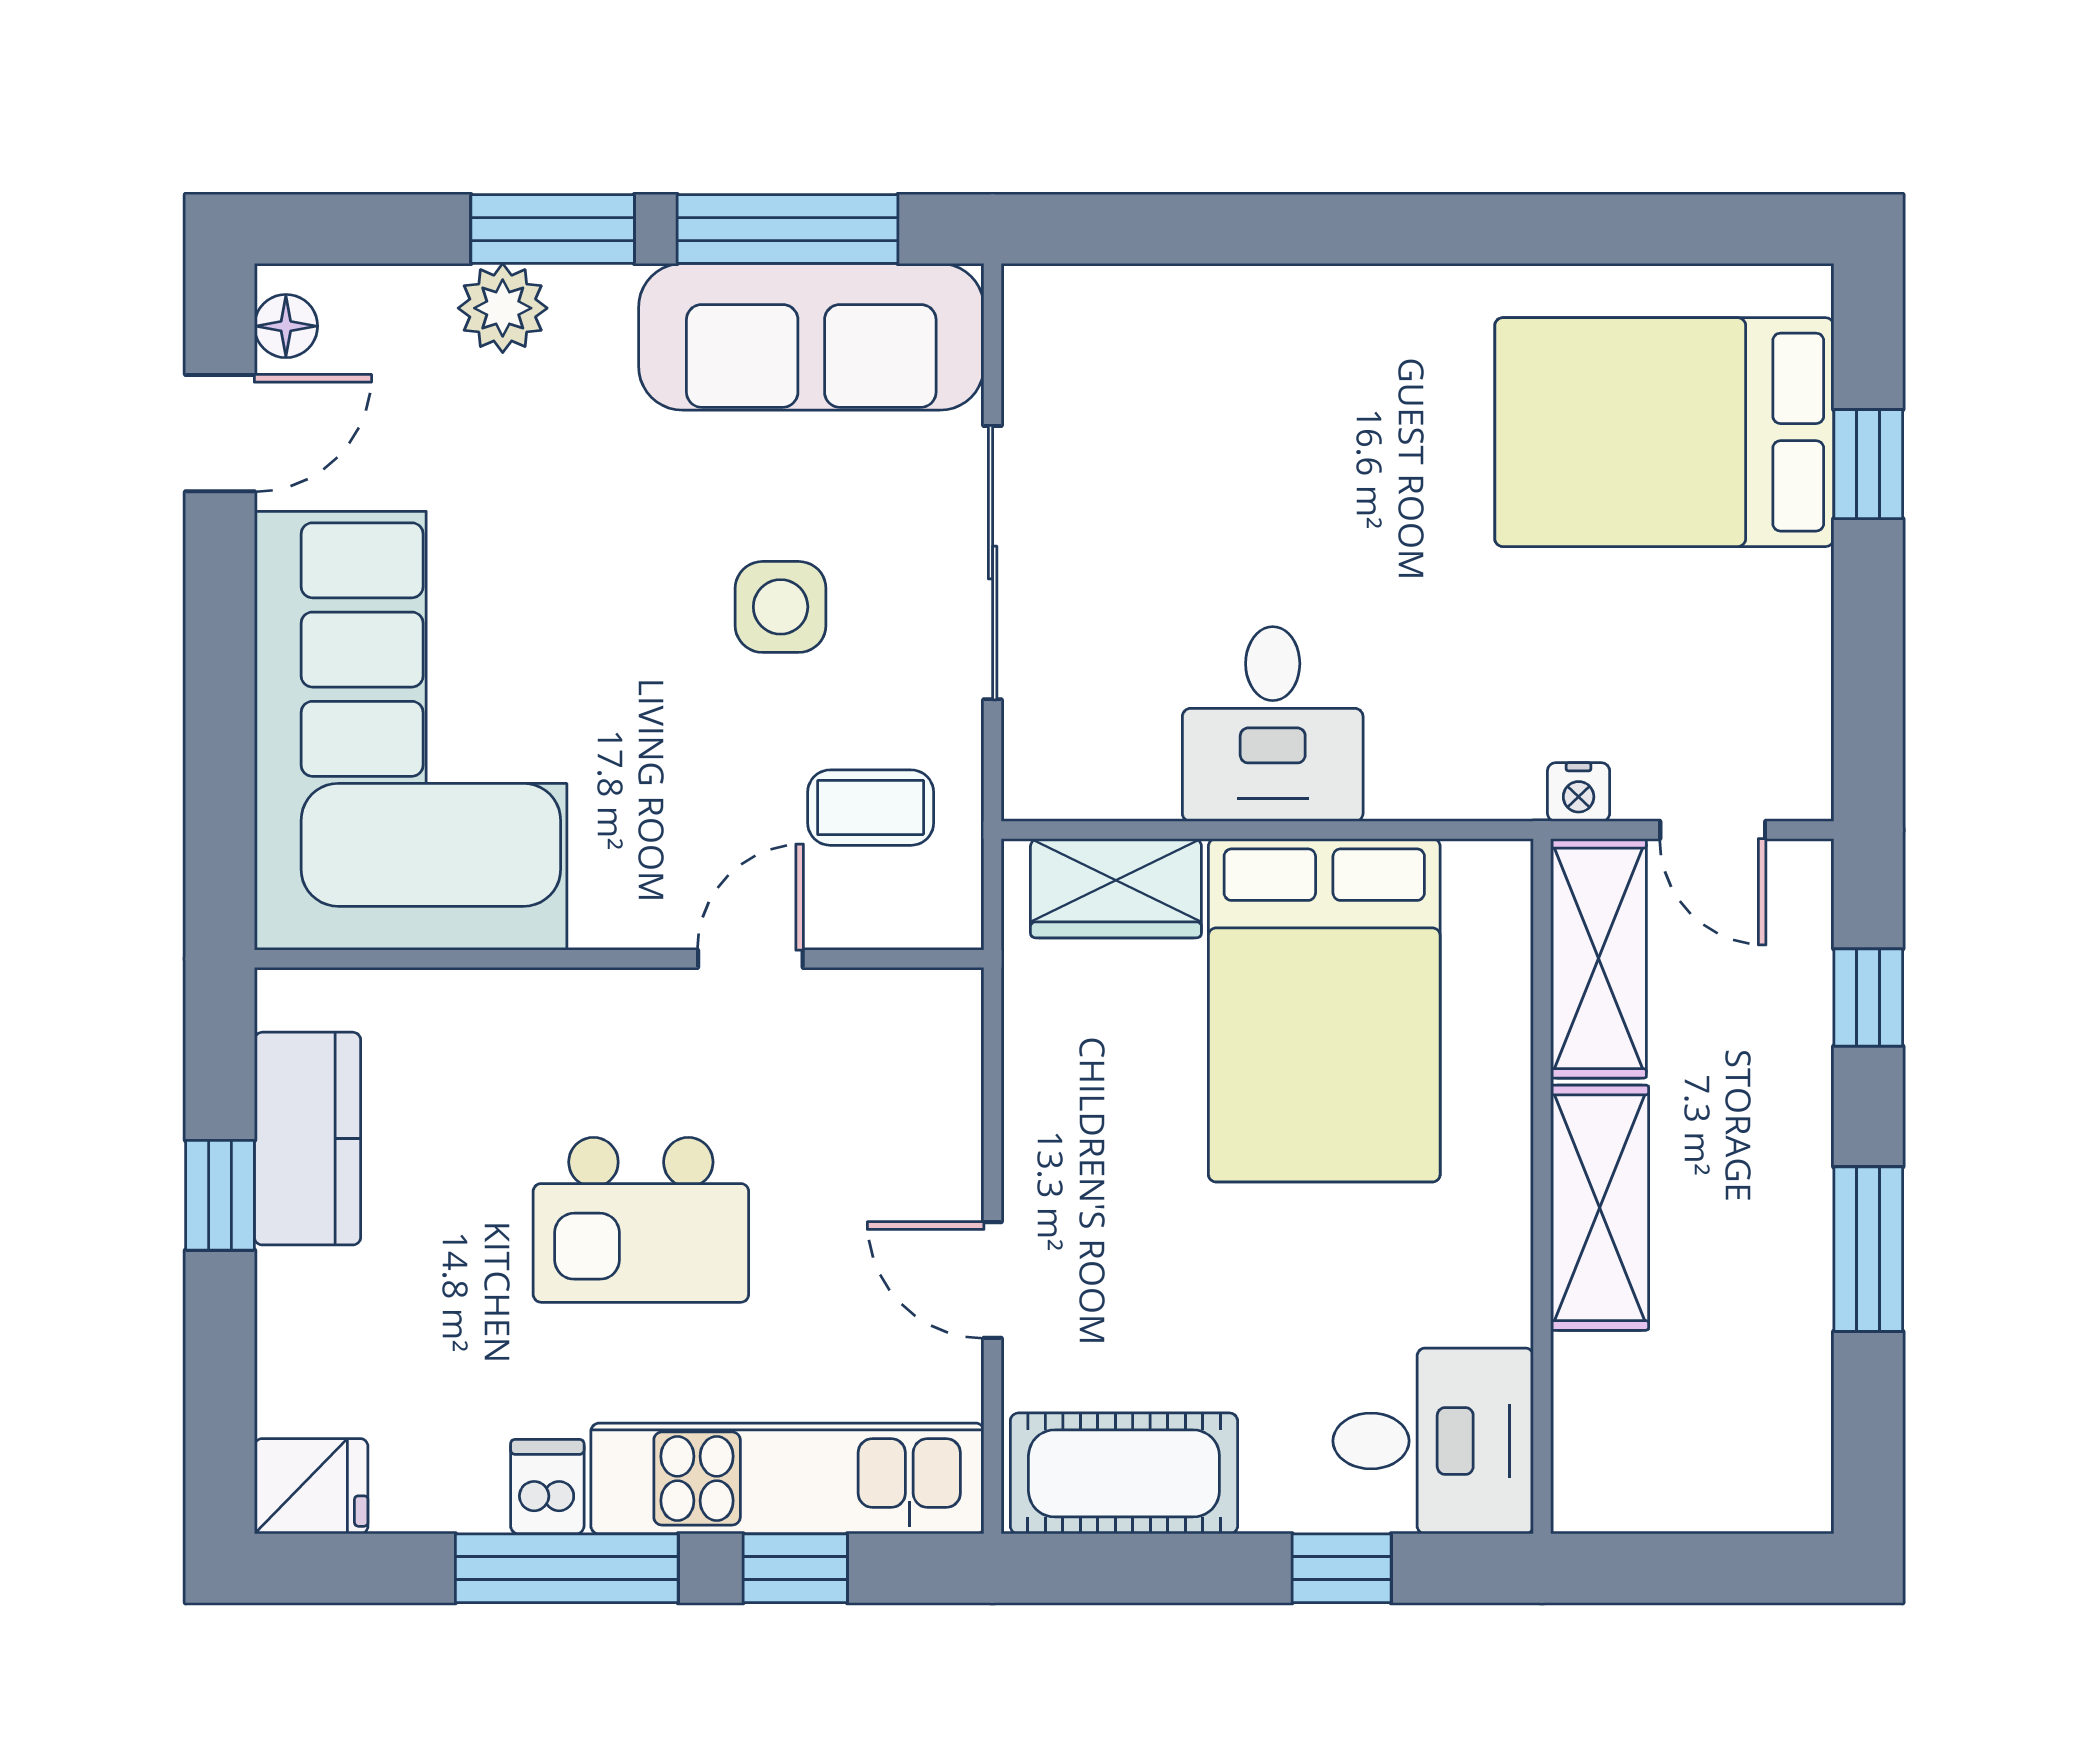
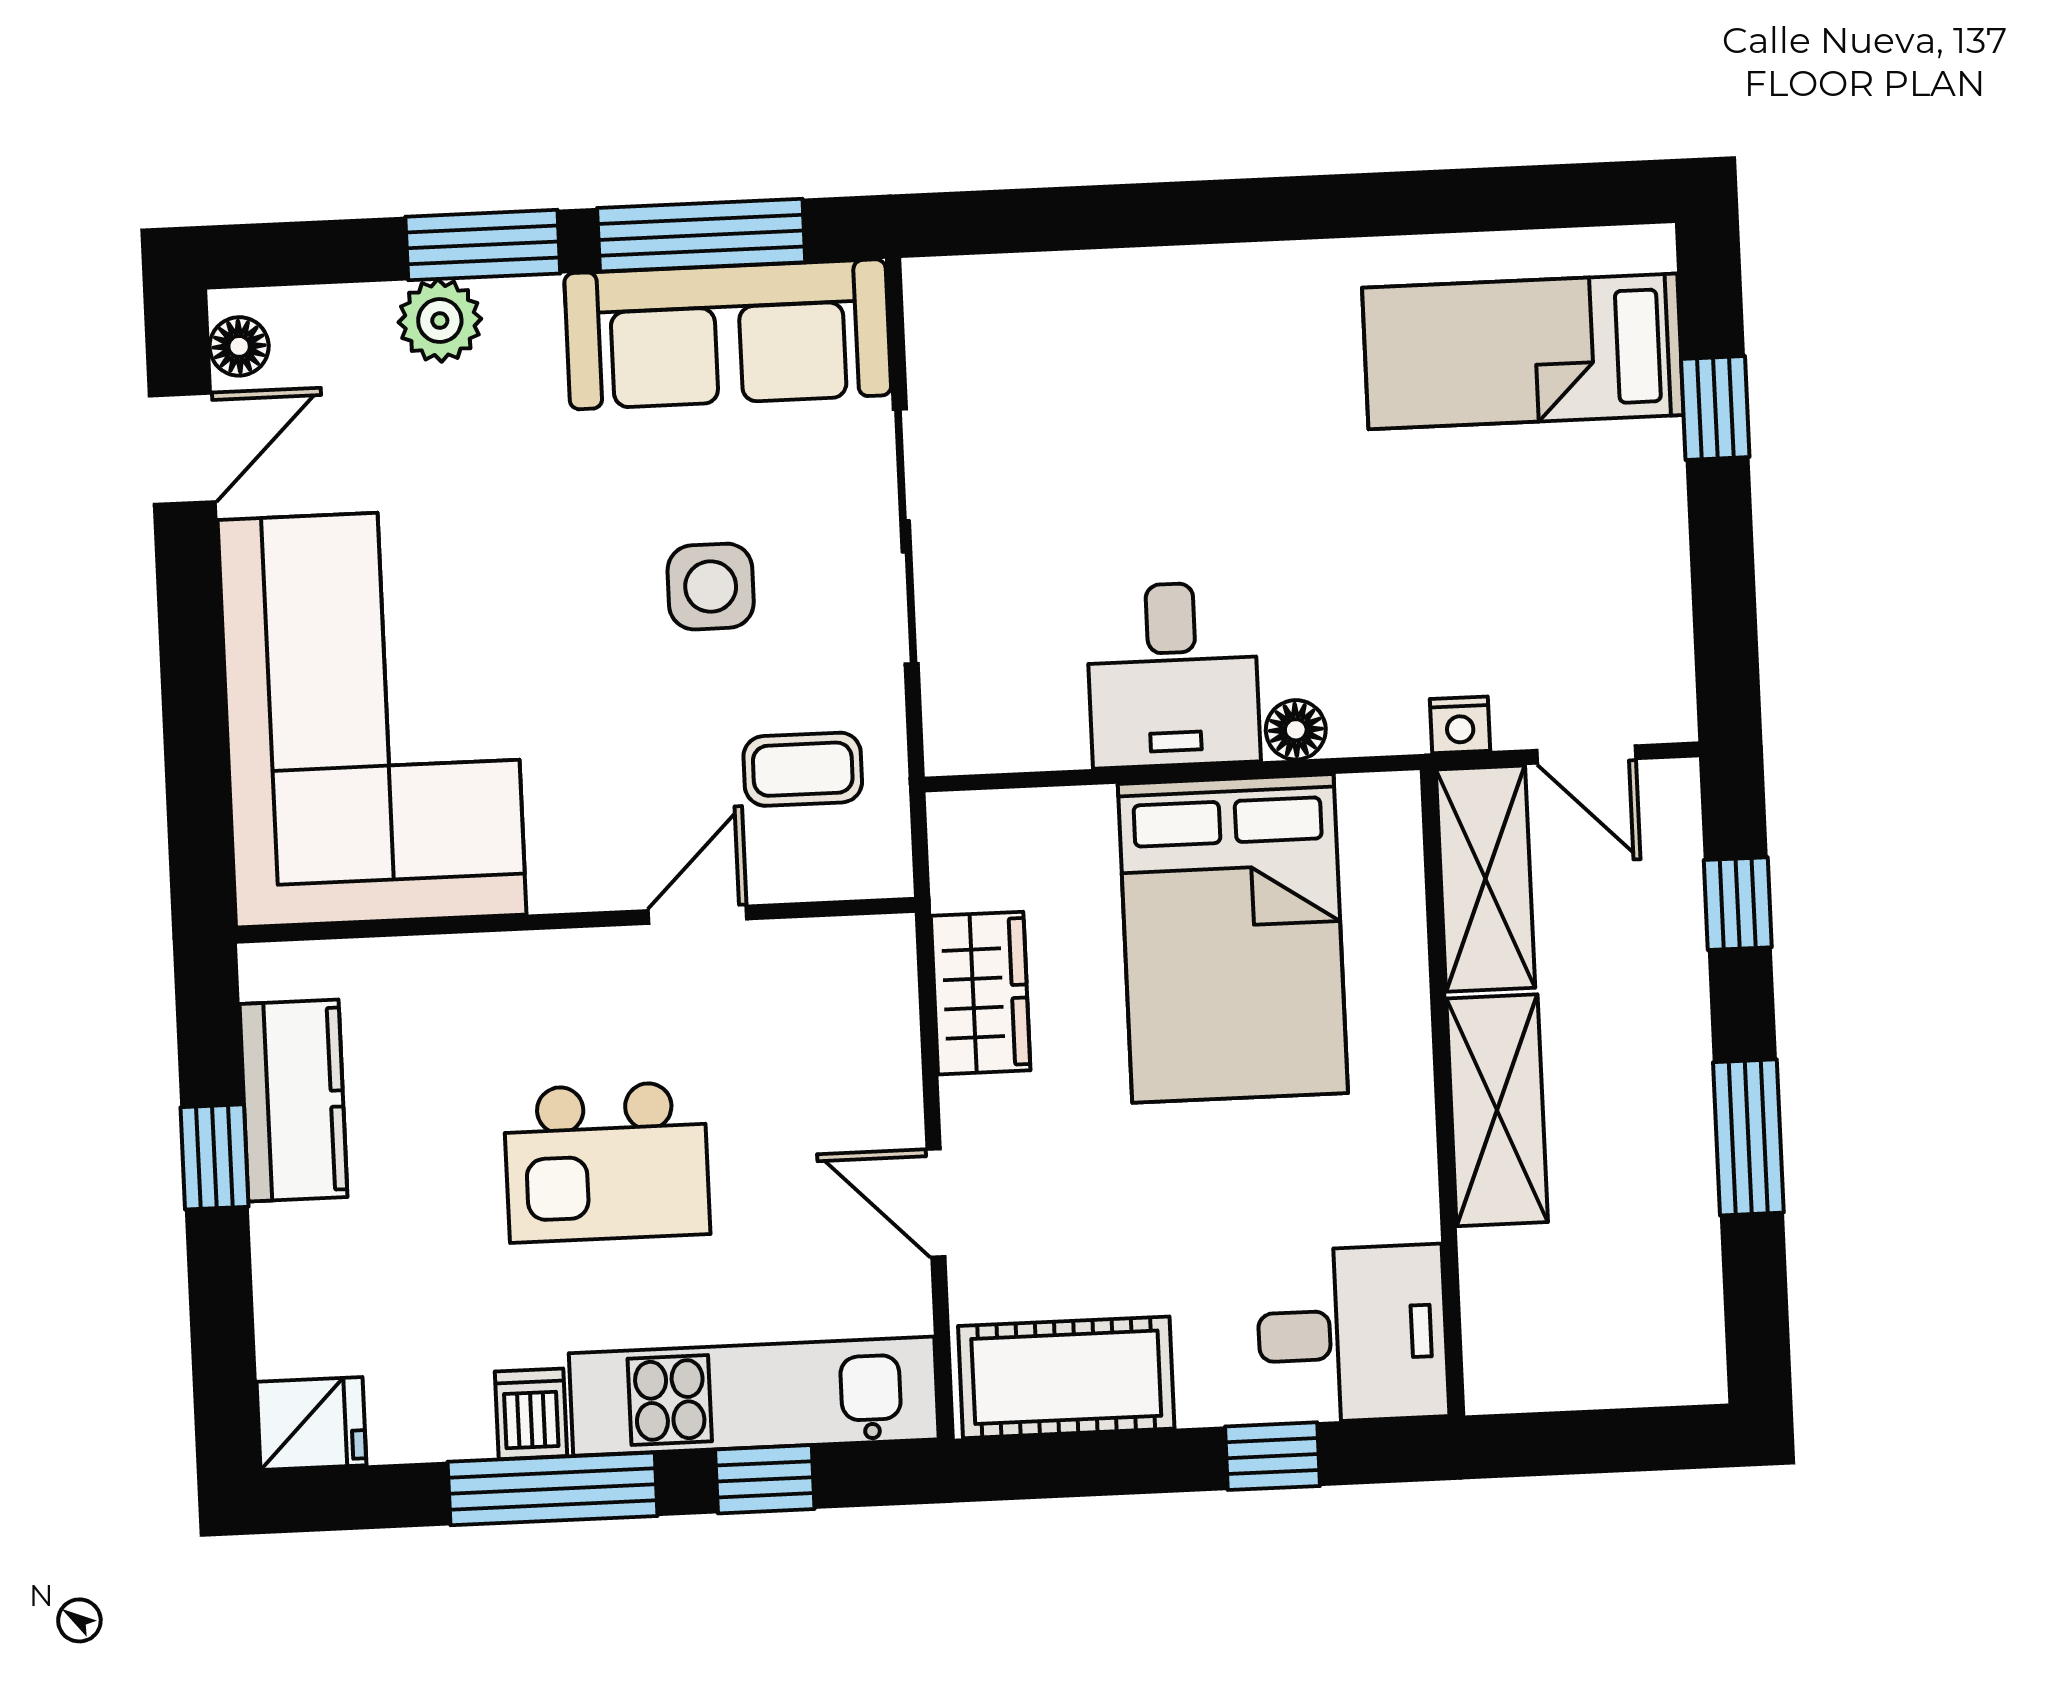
bed: (1664, 432) -> (1523, 351), width x0.67
floor lamp: (1402, 789) -> (1296, 730), added
wardrobe: (1116, 888) -> (981, 993), moved, turned -90

